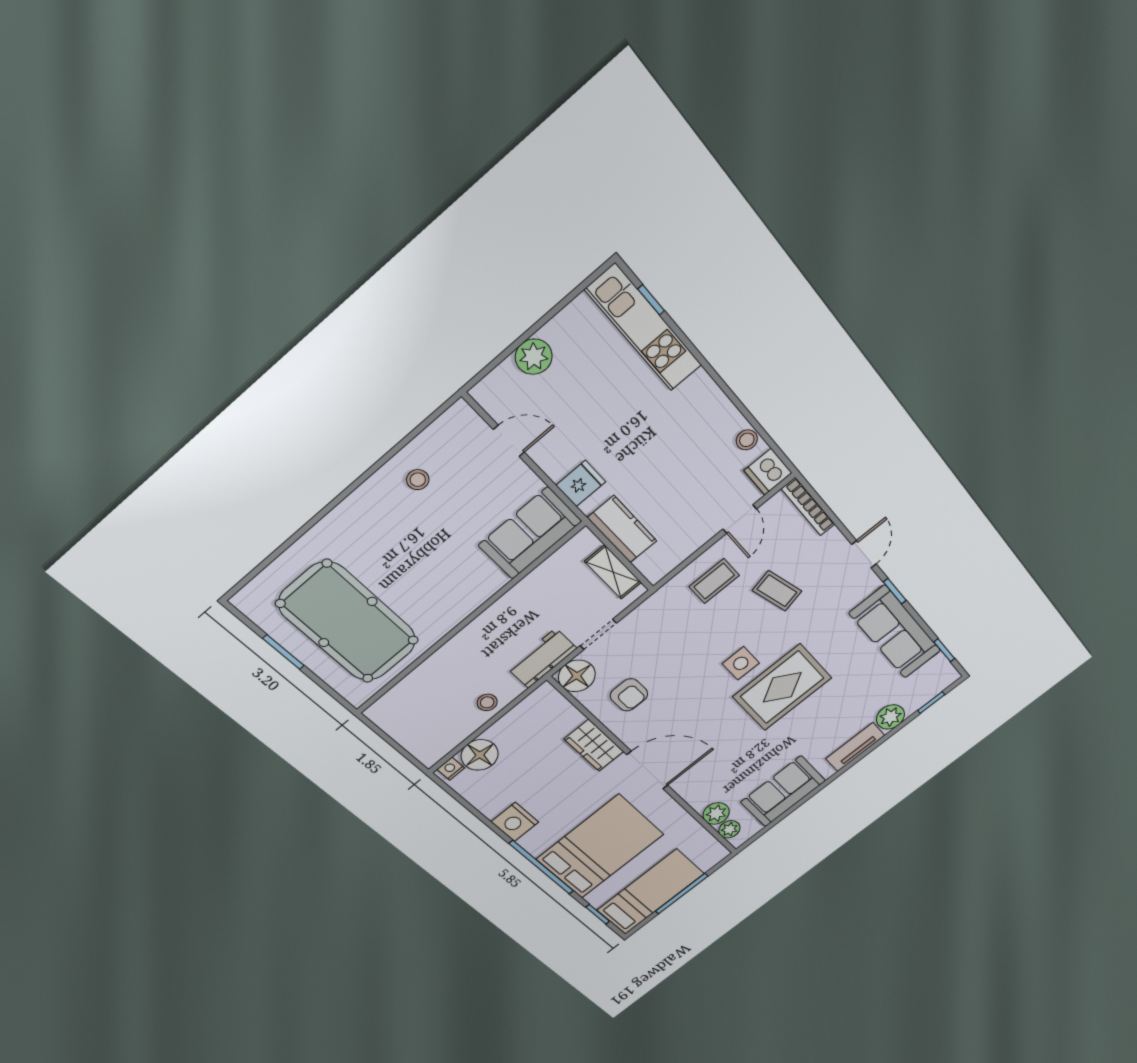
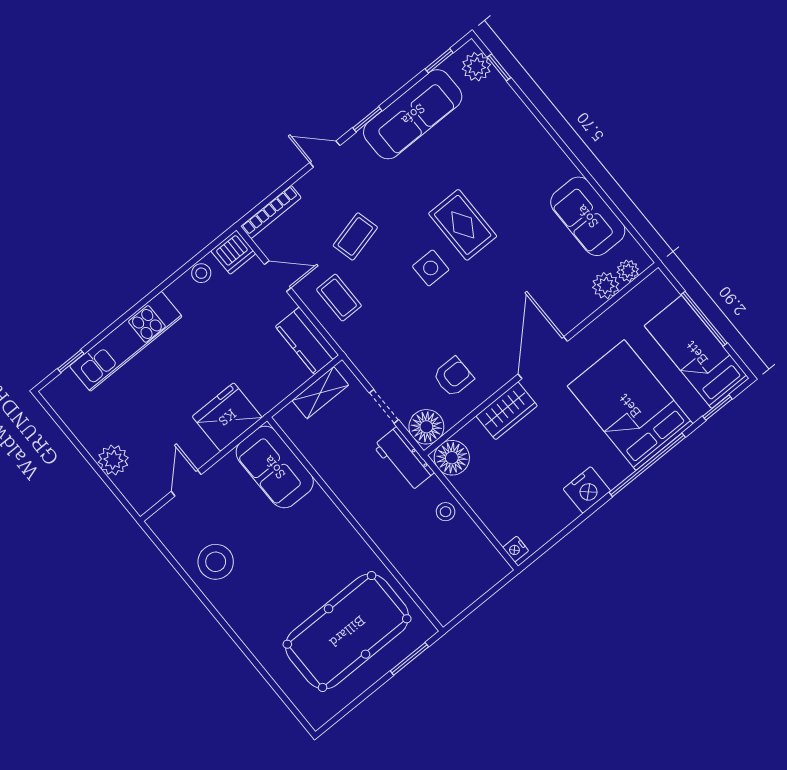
kitchen unit: (644, 328) -> (126, 341), moved
stool: (418, 480) -> (216, 562), width x1.89, depth x1.89
fridge: (581, 483) -> (227, 417), width x1.88, depth x1.34
kitchen counter: (622, 529) -> (307, 341), moved, turned -90
window: (283, 652) -> (409, 659), moved
rug: (782, 687) -> (463, 225), width x0.73, depth x0.70
plant: (890, 717) -> (476, 67), moved
tv unit: (855, 747) -> (543, 143), removed
floor lamp: (480, 755) -> (452, 458), moved

